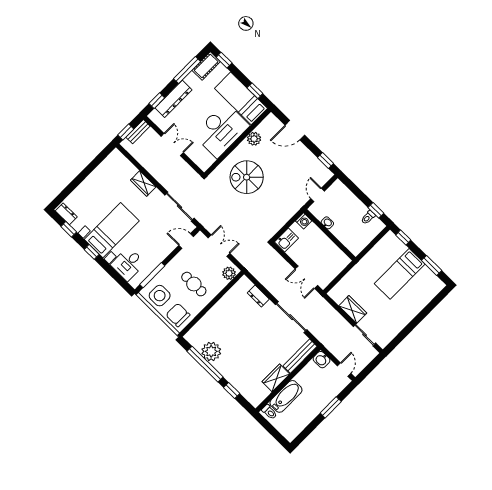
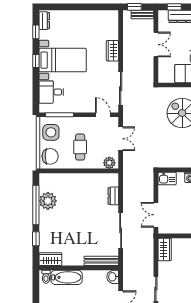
wardrobe: (353, 309) -> (165, 249), moved
chair: (178, 315) -> (50, 156), turned 90
wardrobe: (276, 378) -> (50, 259), moved

